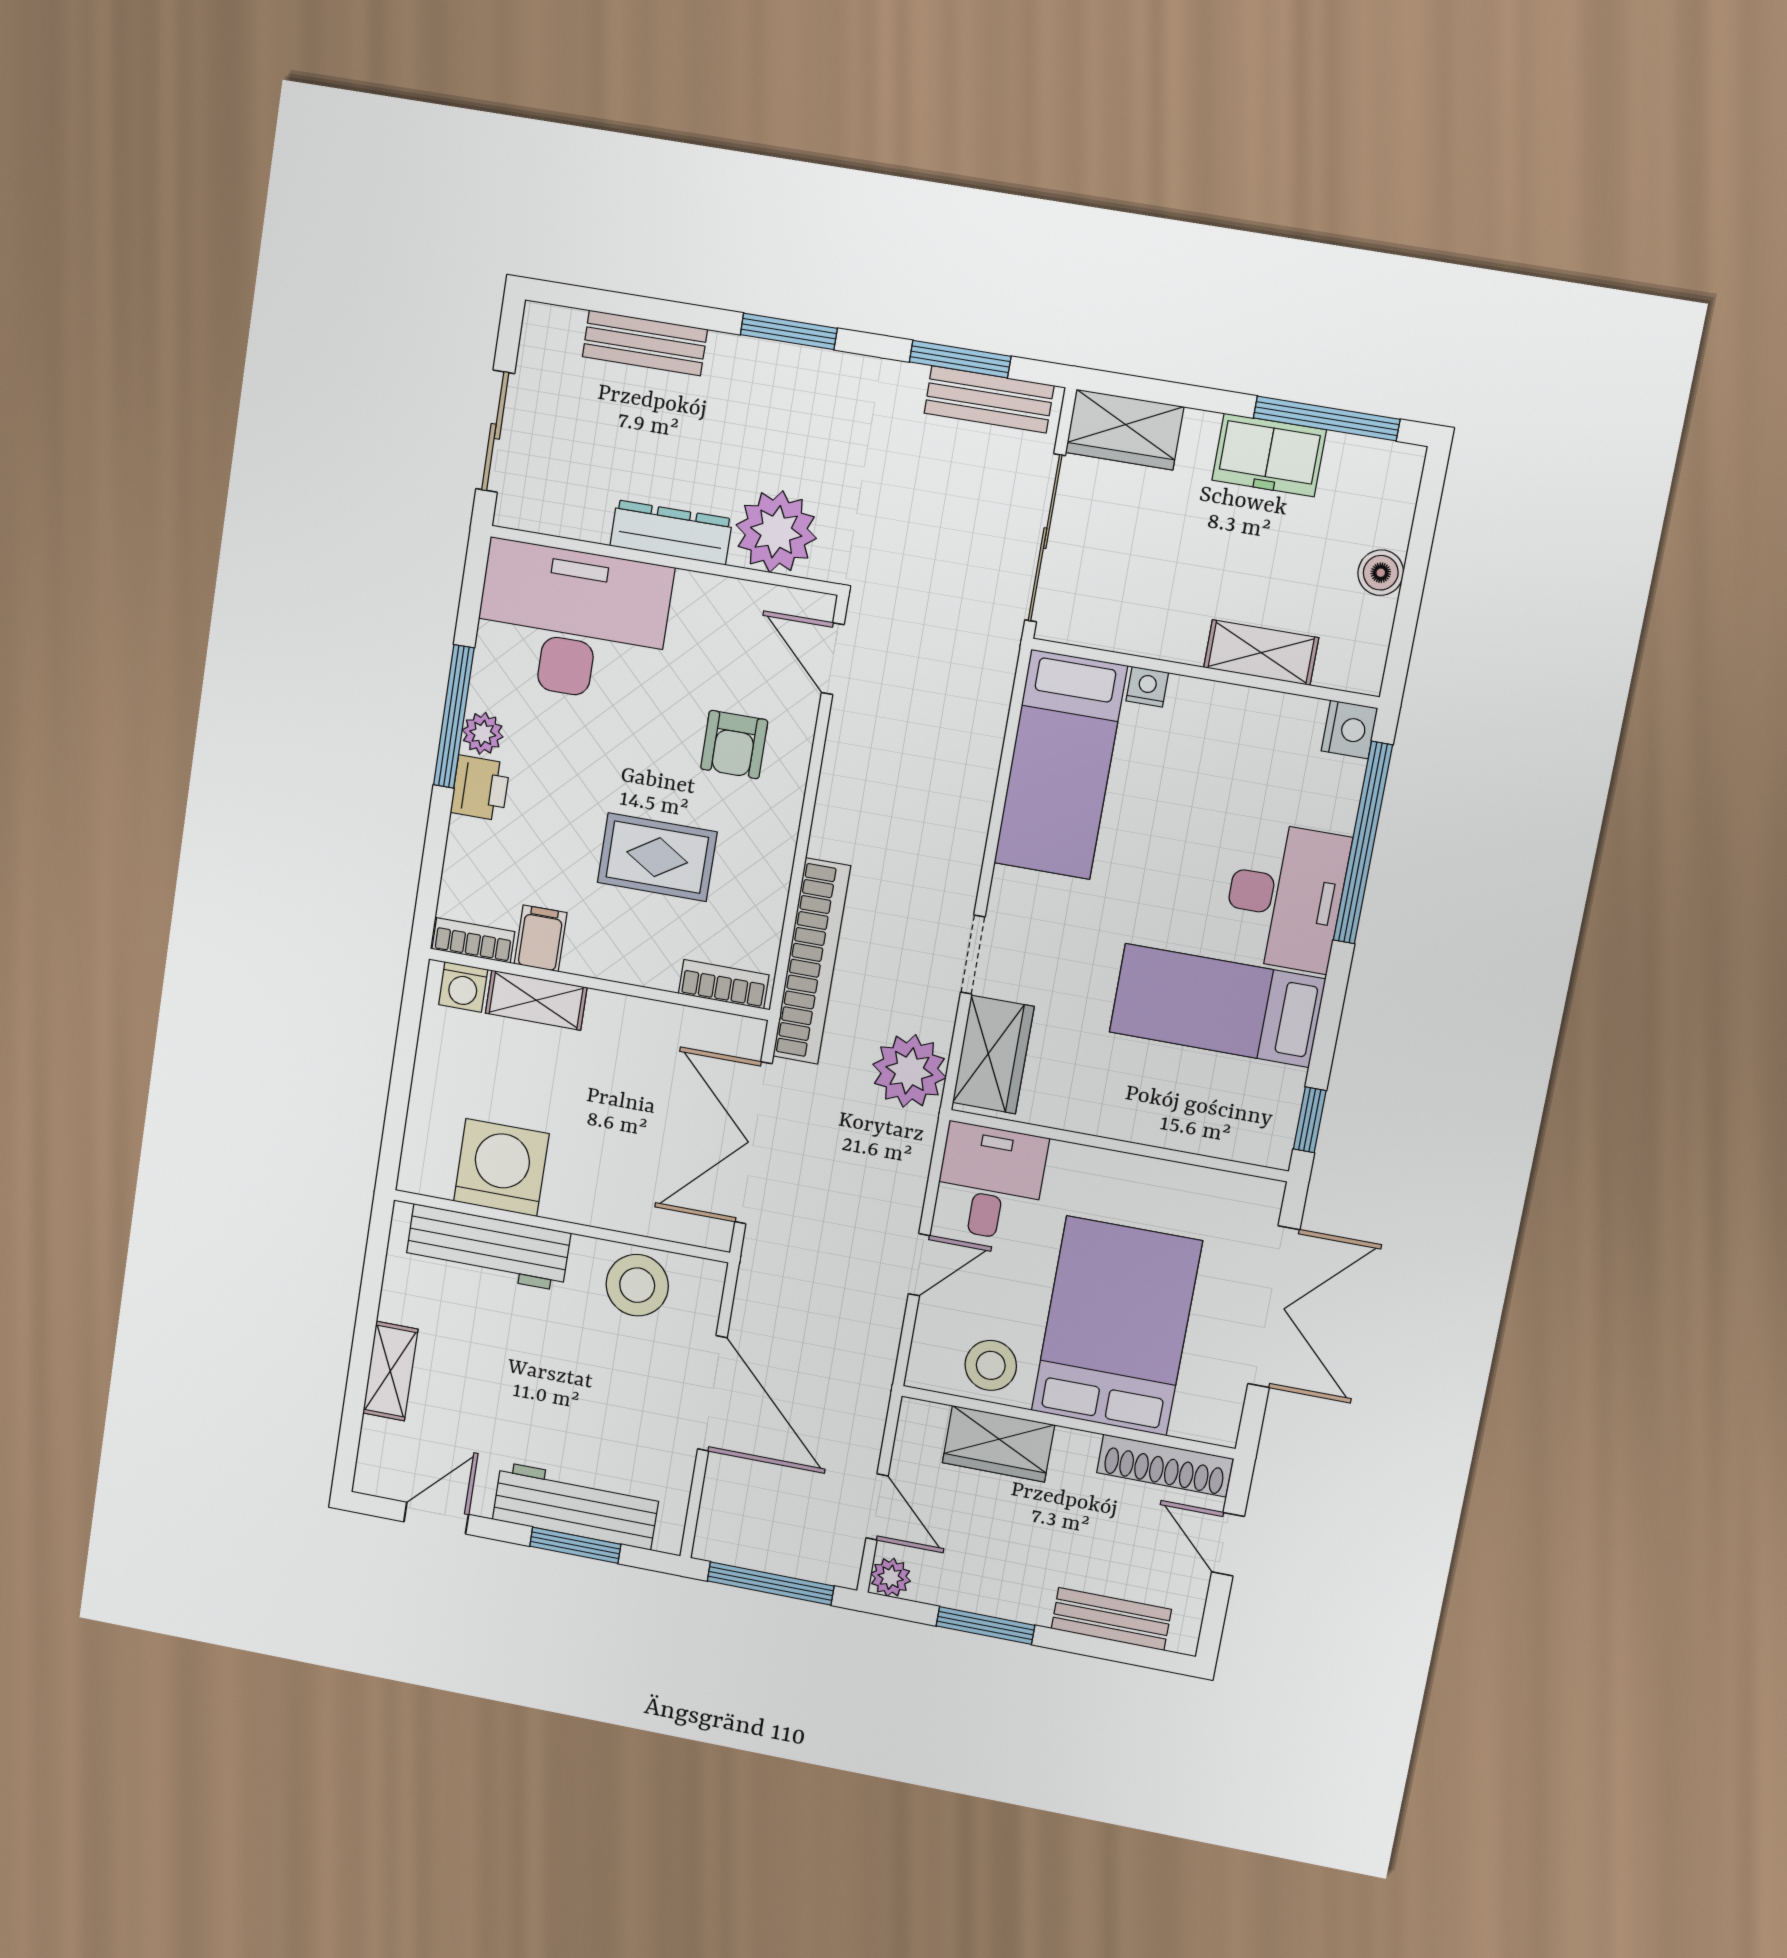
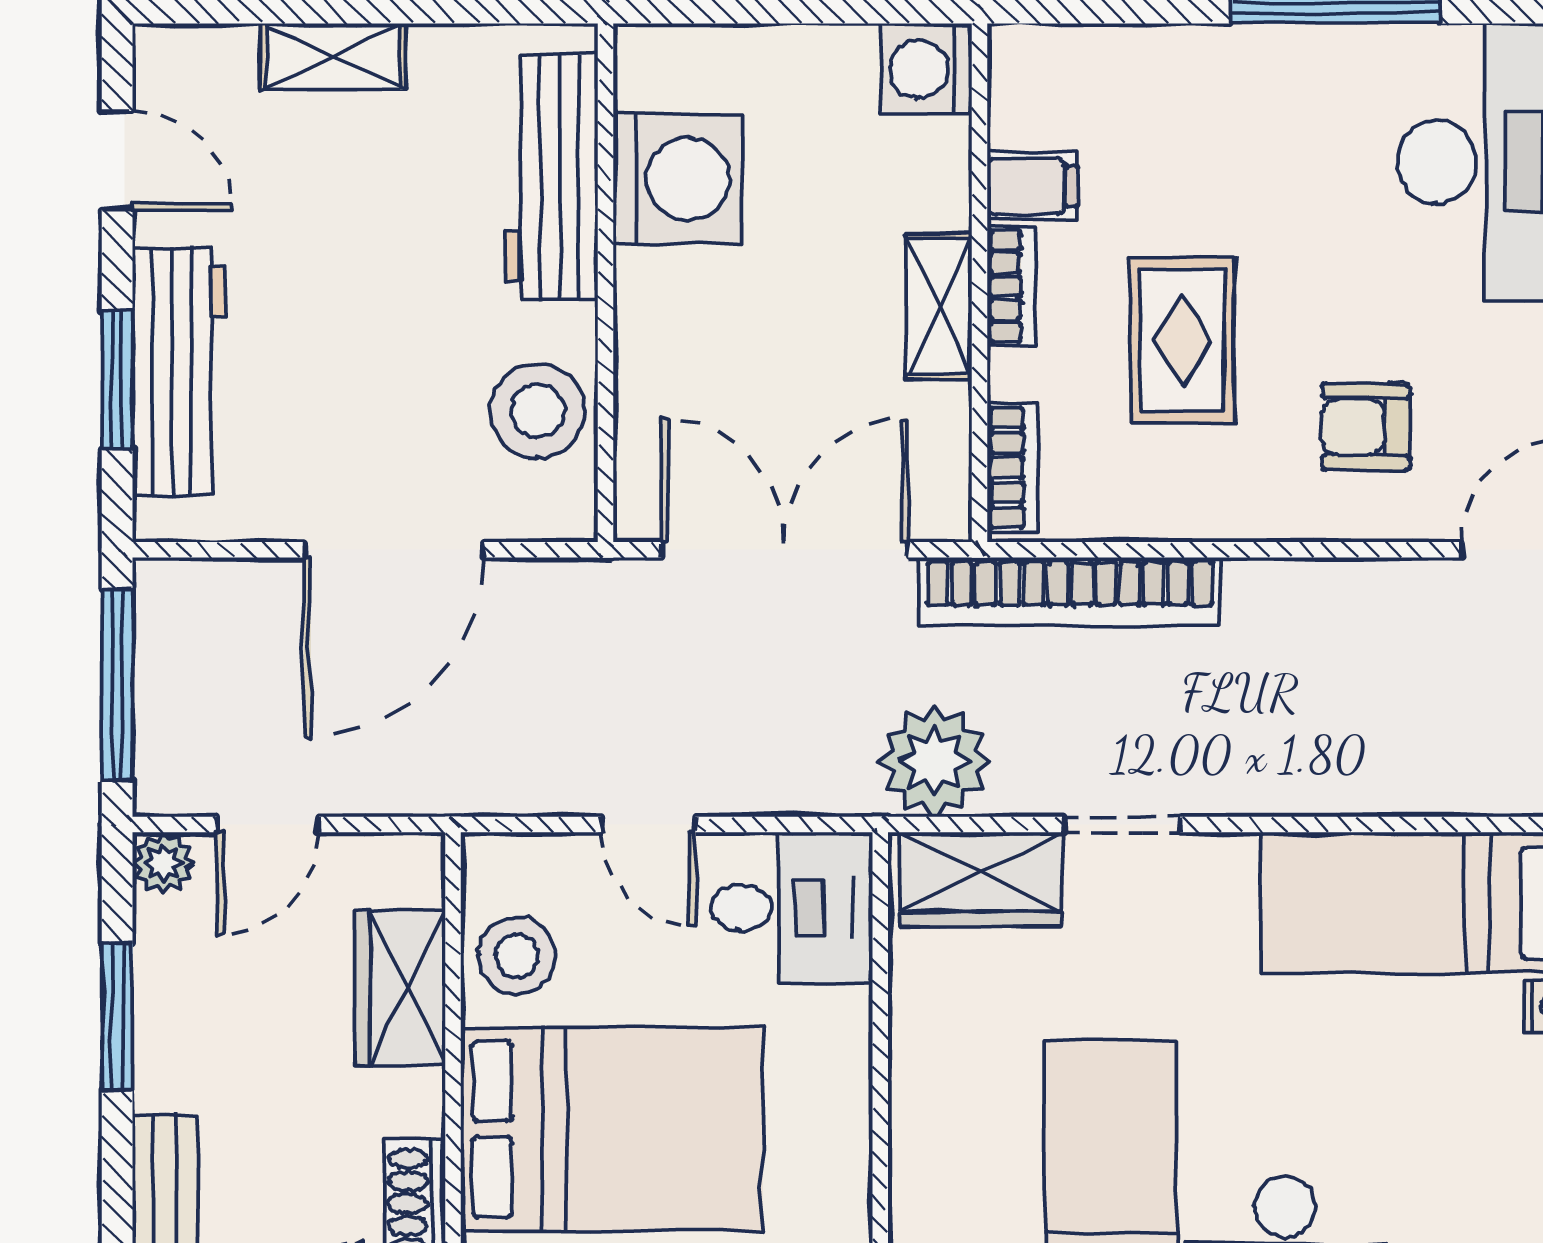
plant: (483, 733) -> (1318, 55), removed
printer: (480, 788) -> (1238, 63), removed
bookcase: (473, 940) -> (1011, 286), moved
washing machine: (463, 987) -> (926, 69), width x1.38, depth x1.38
shelving: (536, 1000) -> (939, 306), moved

